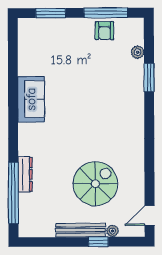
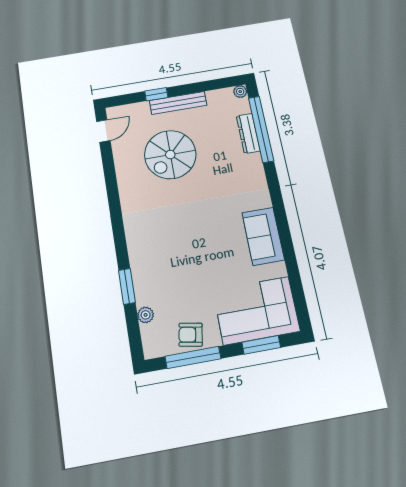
armchair: (104, 31) -> (191, 335), turned -80
corner sofa: (49, 40) -> (256, 311), added
dresser: (25, 174) -> (248, 133), moved
plant: (113, 231) -> (240, 92), moved

